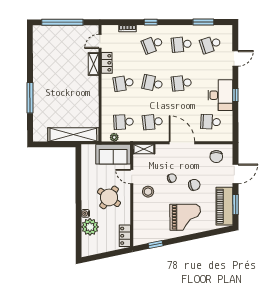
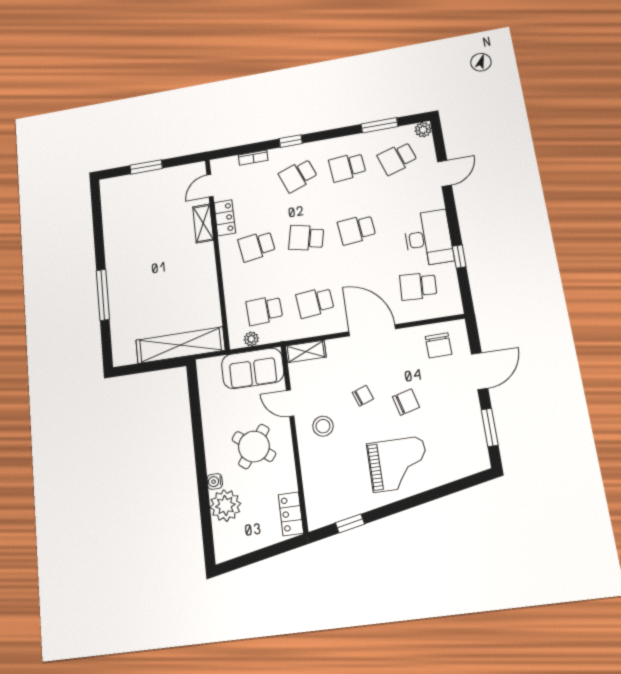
window: (62, 22) -> (146, 167), width x0.47
plant: (228, 30) -> (423, 130), added
window: (235, 95) -> (459, 256), moved
piano: (224, 206) -> (469, 434), removed

